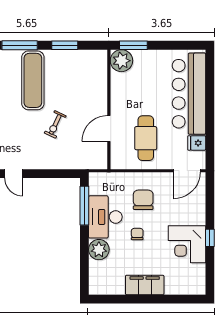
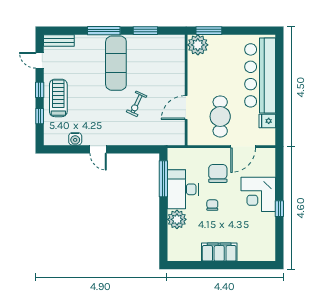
door: (187, 171) -> (243, 147), moved
corner desk: (187, 244) -> (258, 194), moved

